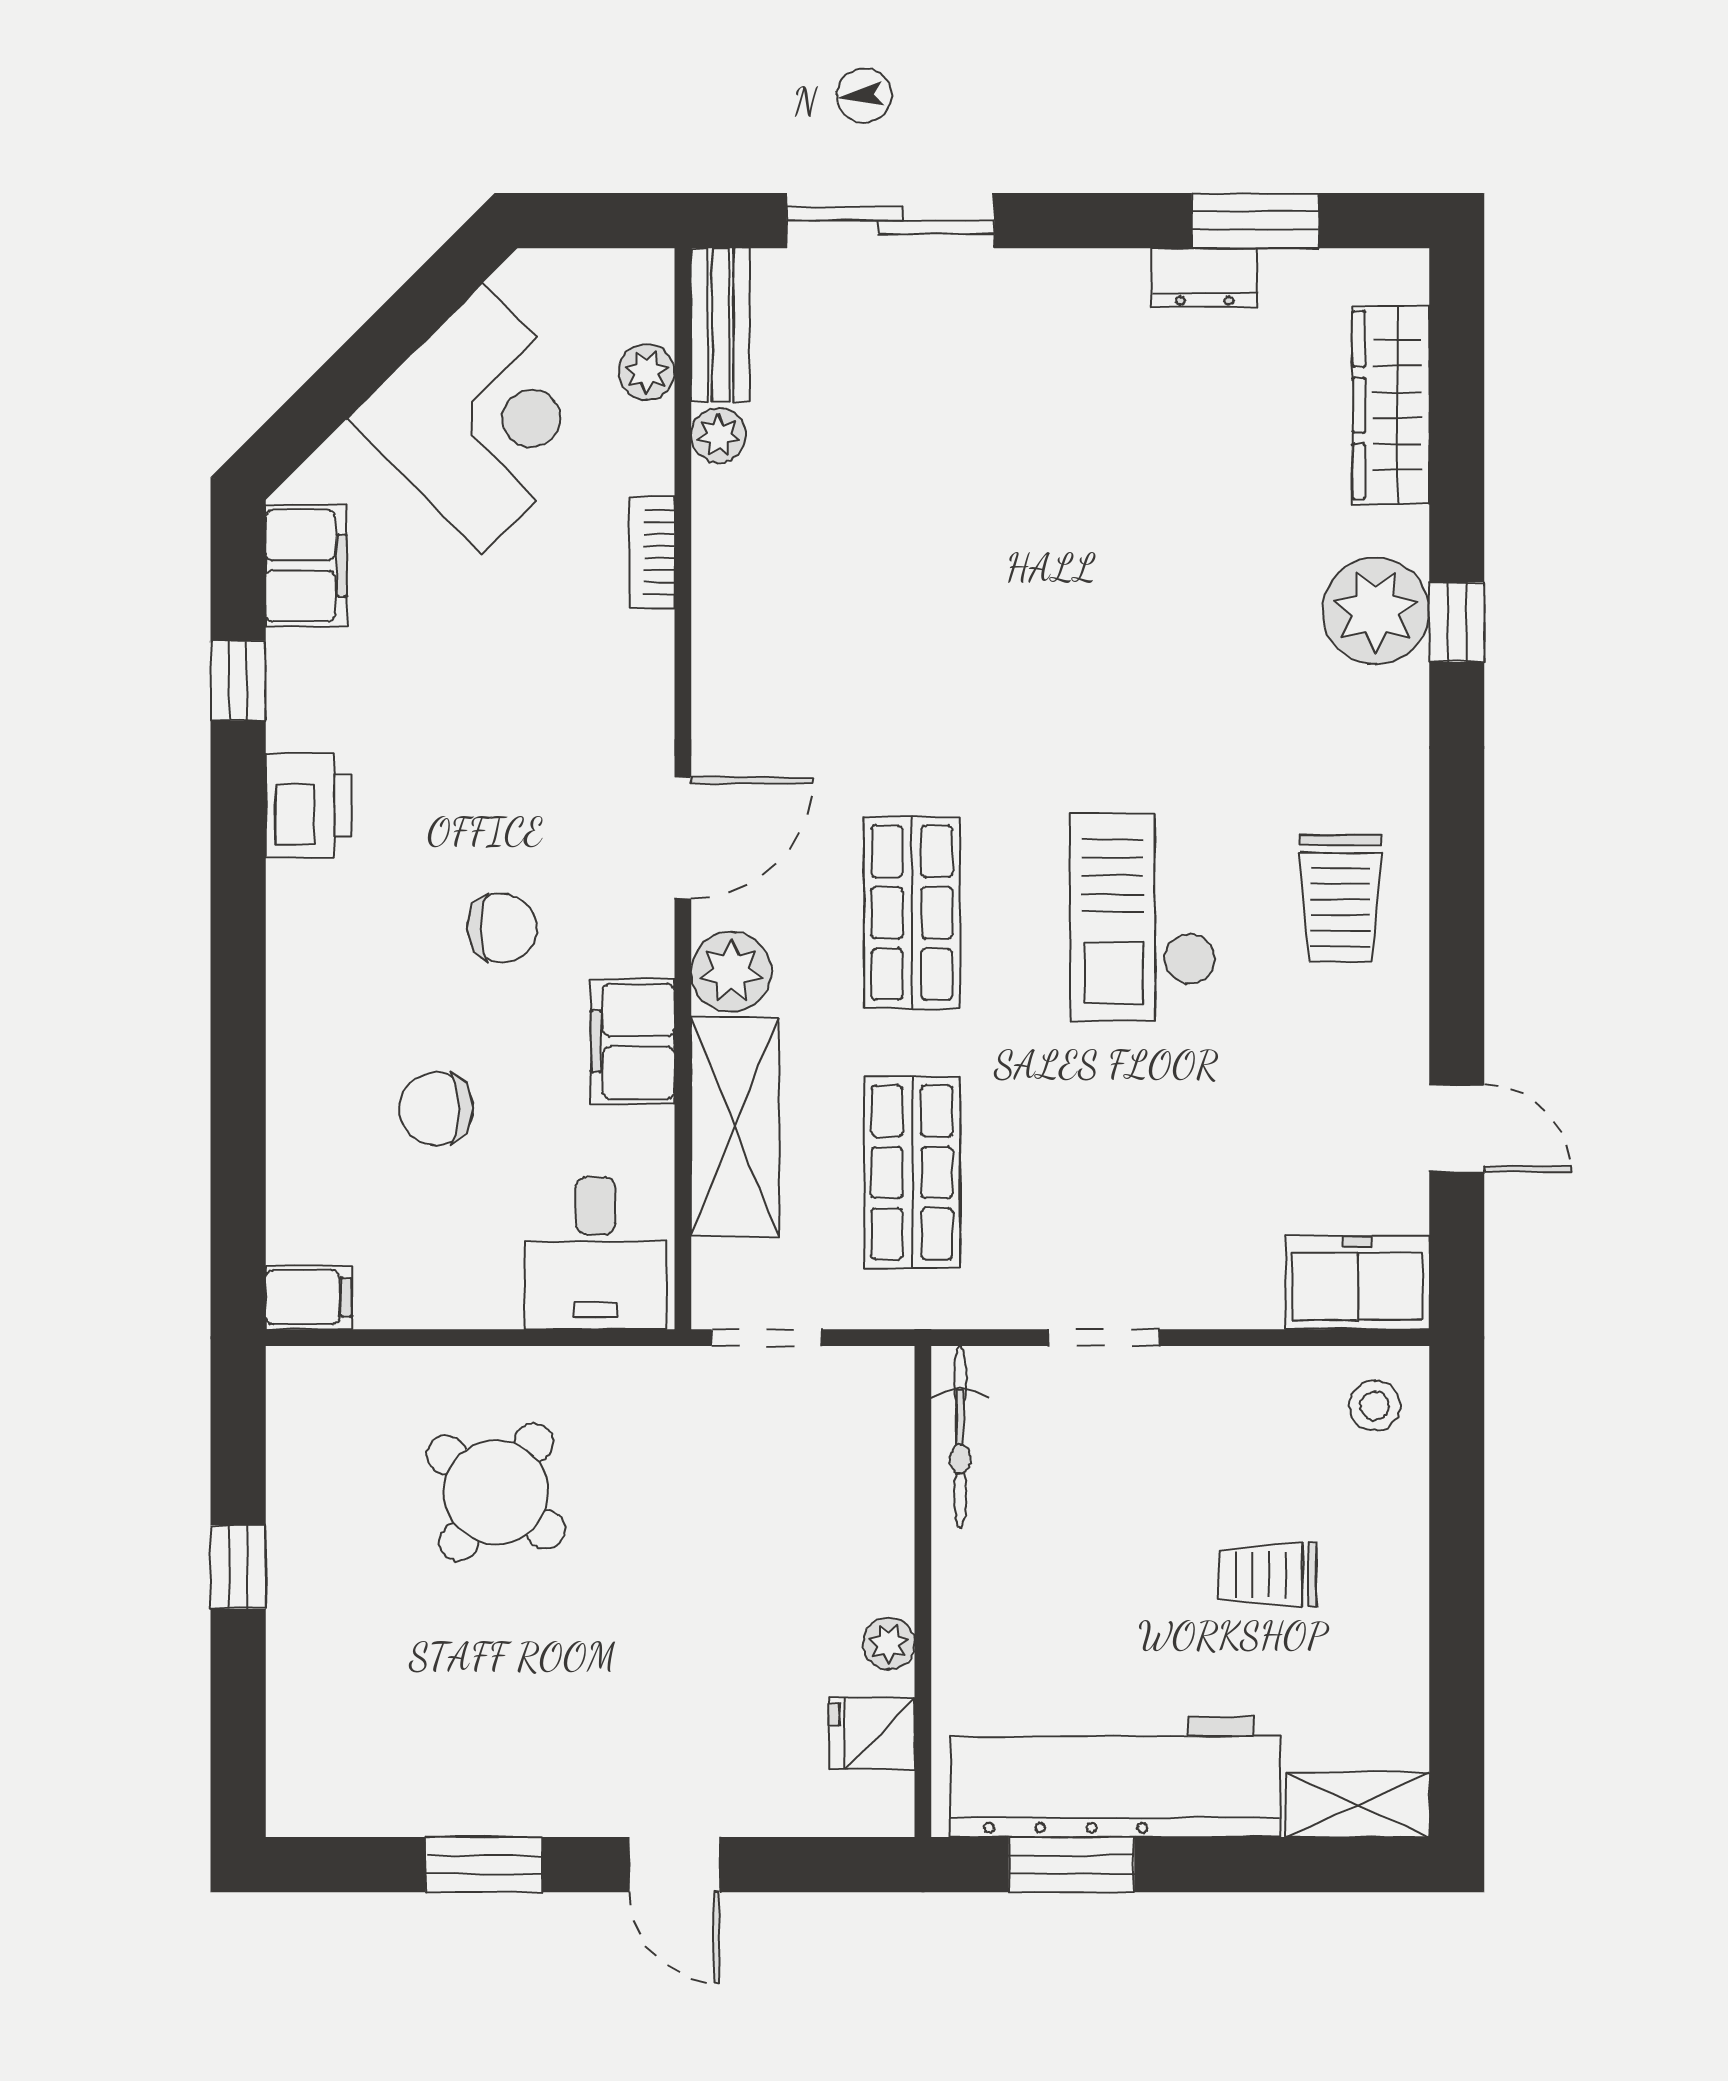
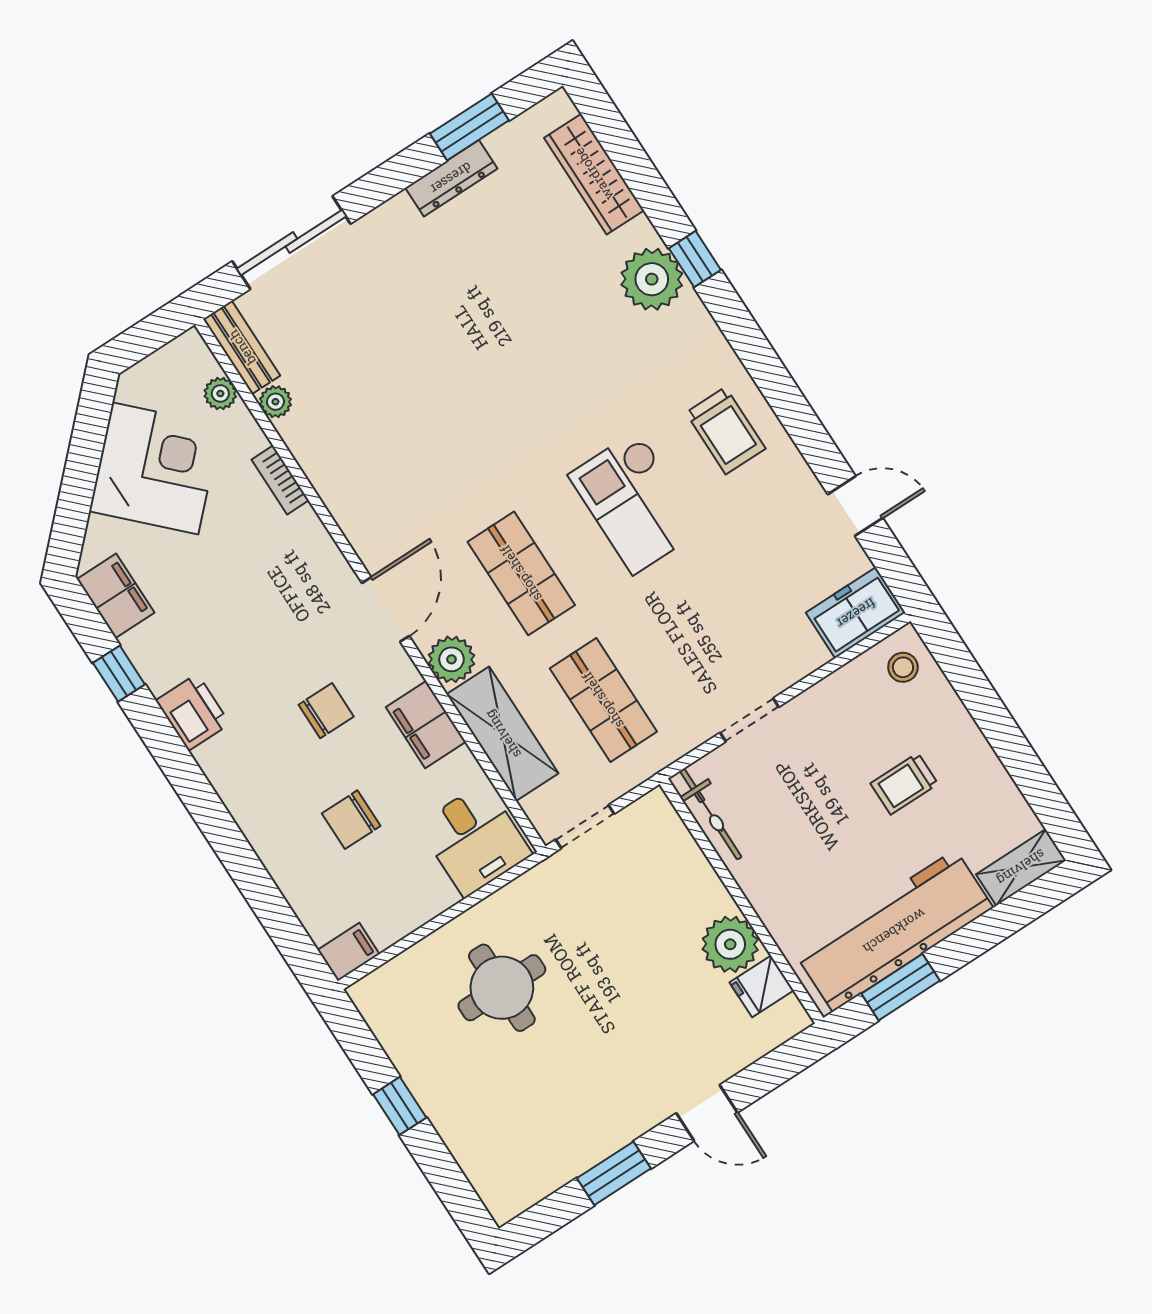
dresser: (1204, 278) -> (451, 178), width x1.44
round table: (496, 1492) -> (502, 988), turned -37
plant: (889, 1643) -> (730, 944), width x1.87, depth x1.87

